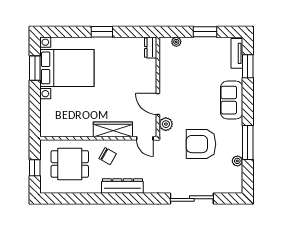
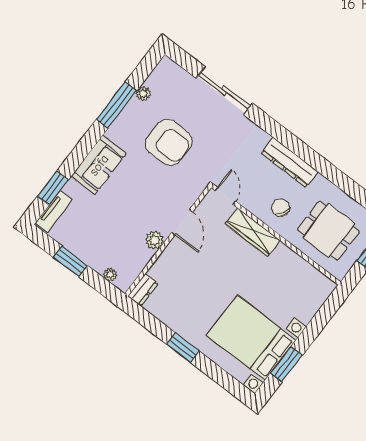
plant: (166, 124) -> (155, 240), moved

